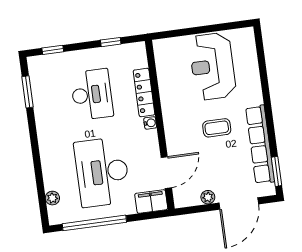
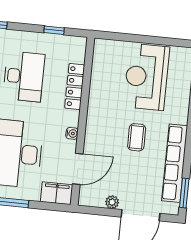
water cooler: (150, 123) -> (72, 133), moved
coffee table: (217, 128) -> (137, 137), turned 90

